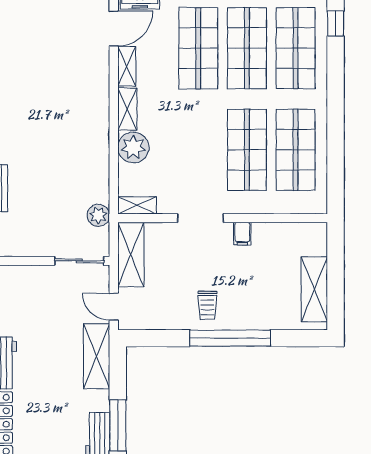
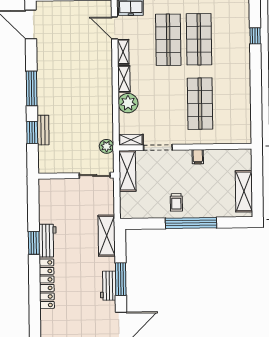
window: (336, 24) -> (255, 36), moved
door: (114, 28) -> (115, 28), swing flipped
shop shelf: (296, 48) -> (230, 39), removed
shop shelf: (296, 150) -> (231, 103), removed
doorway: (201, 218) -> (158, 147), moved
door: (114, 307) -> (117, 204), removed

